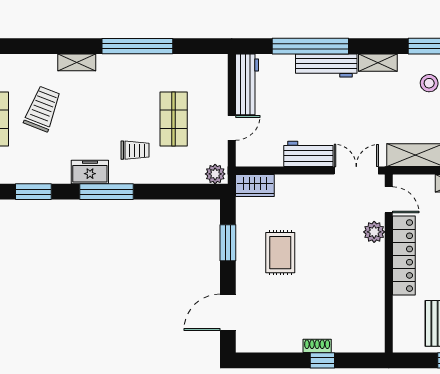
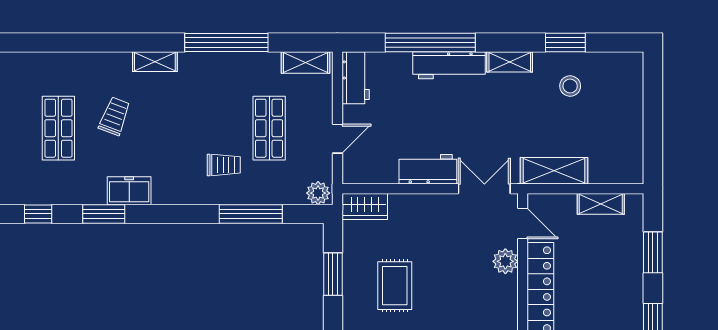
shelving: (204, 63) -> (305, 62), added
workbench: (247, 84) -> (356, 78), width x0.73
trolley: (43, 109) -> (115, 116), width x0.73, depth x0.72
freezer: (90, 172) -> (129, 191), moved
window: (106, 192) -> (251, 214), moved

